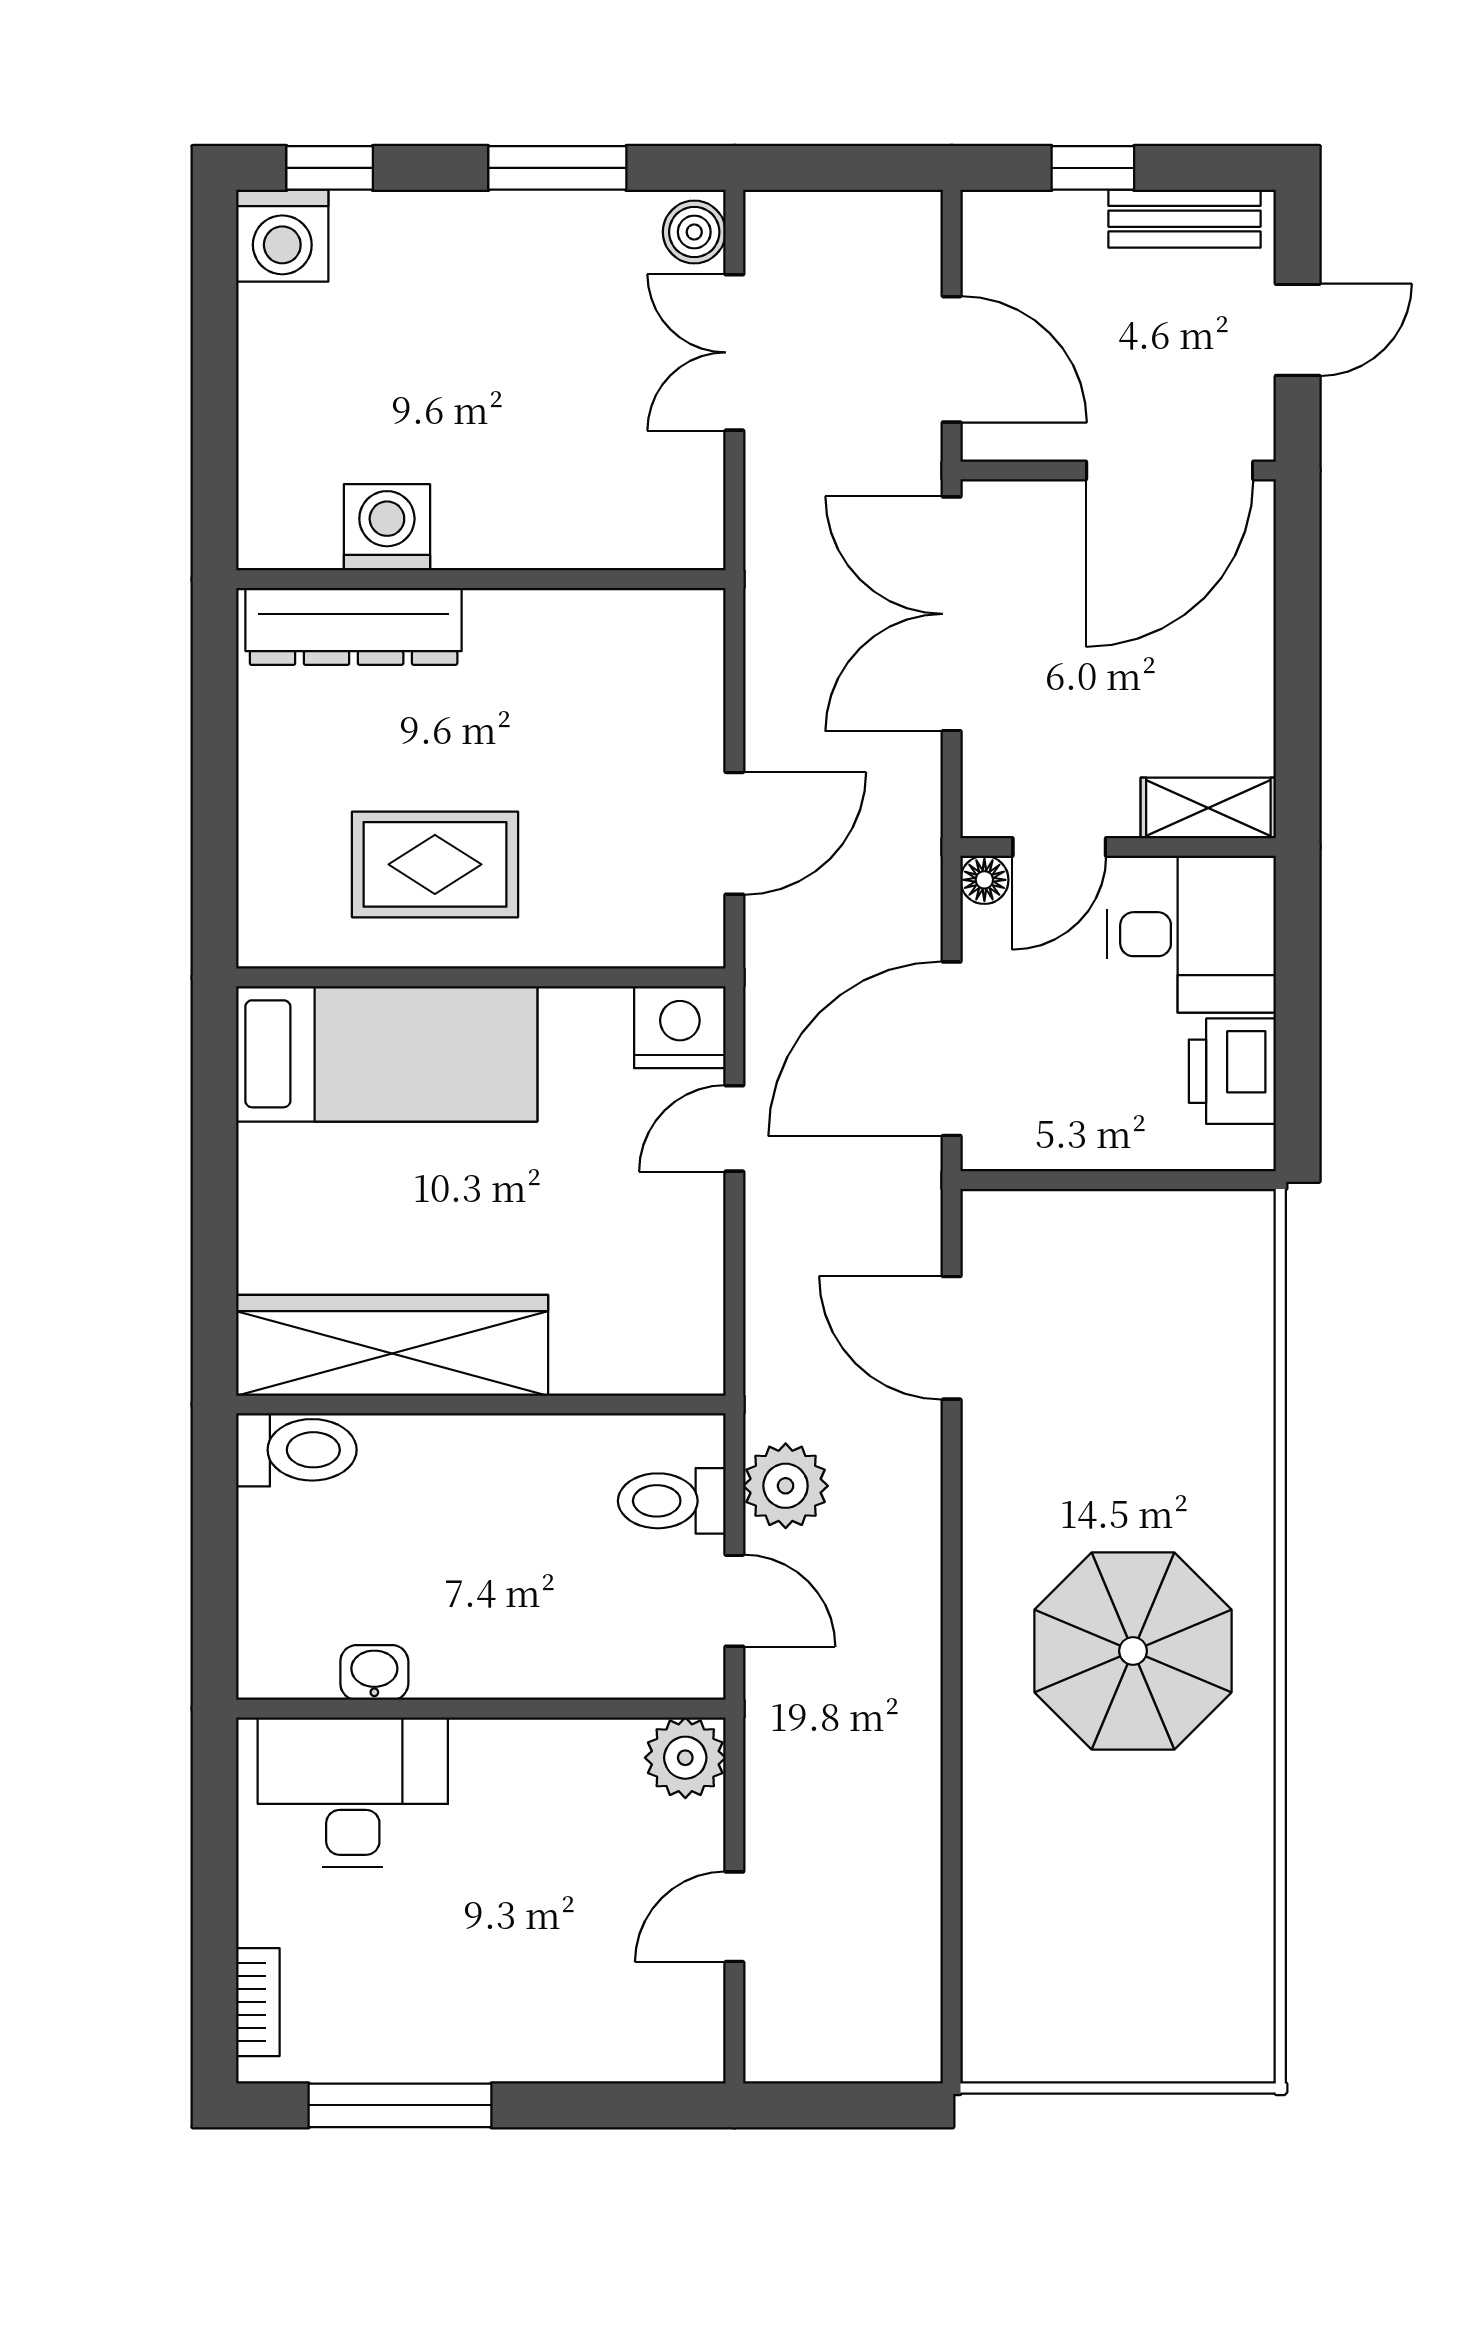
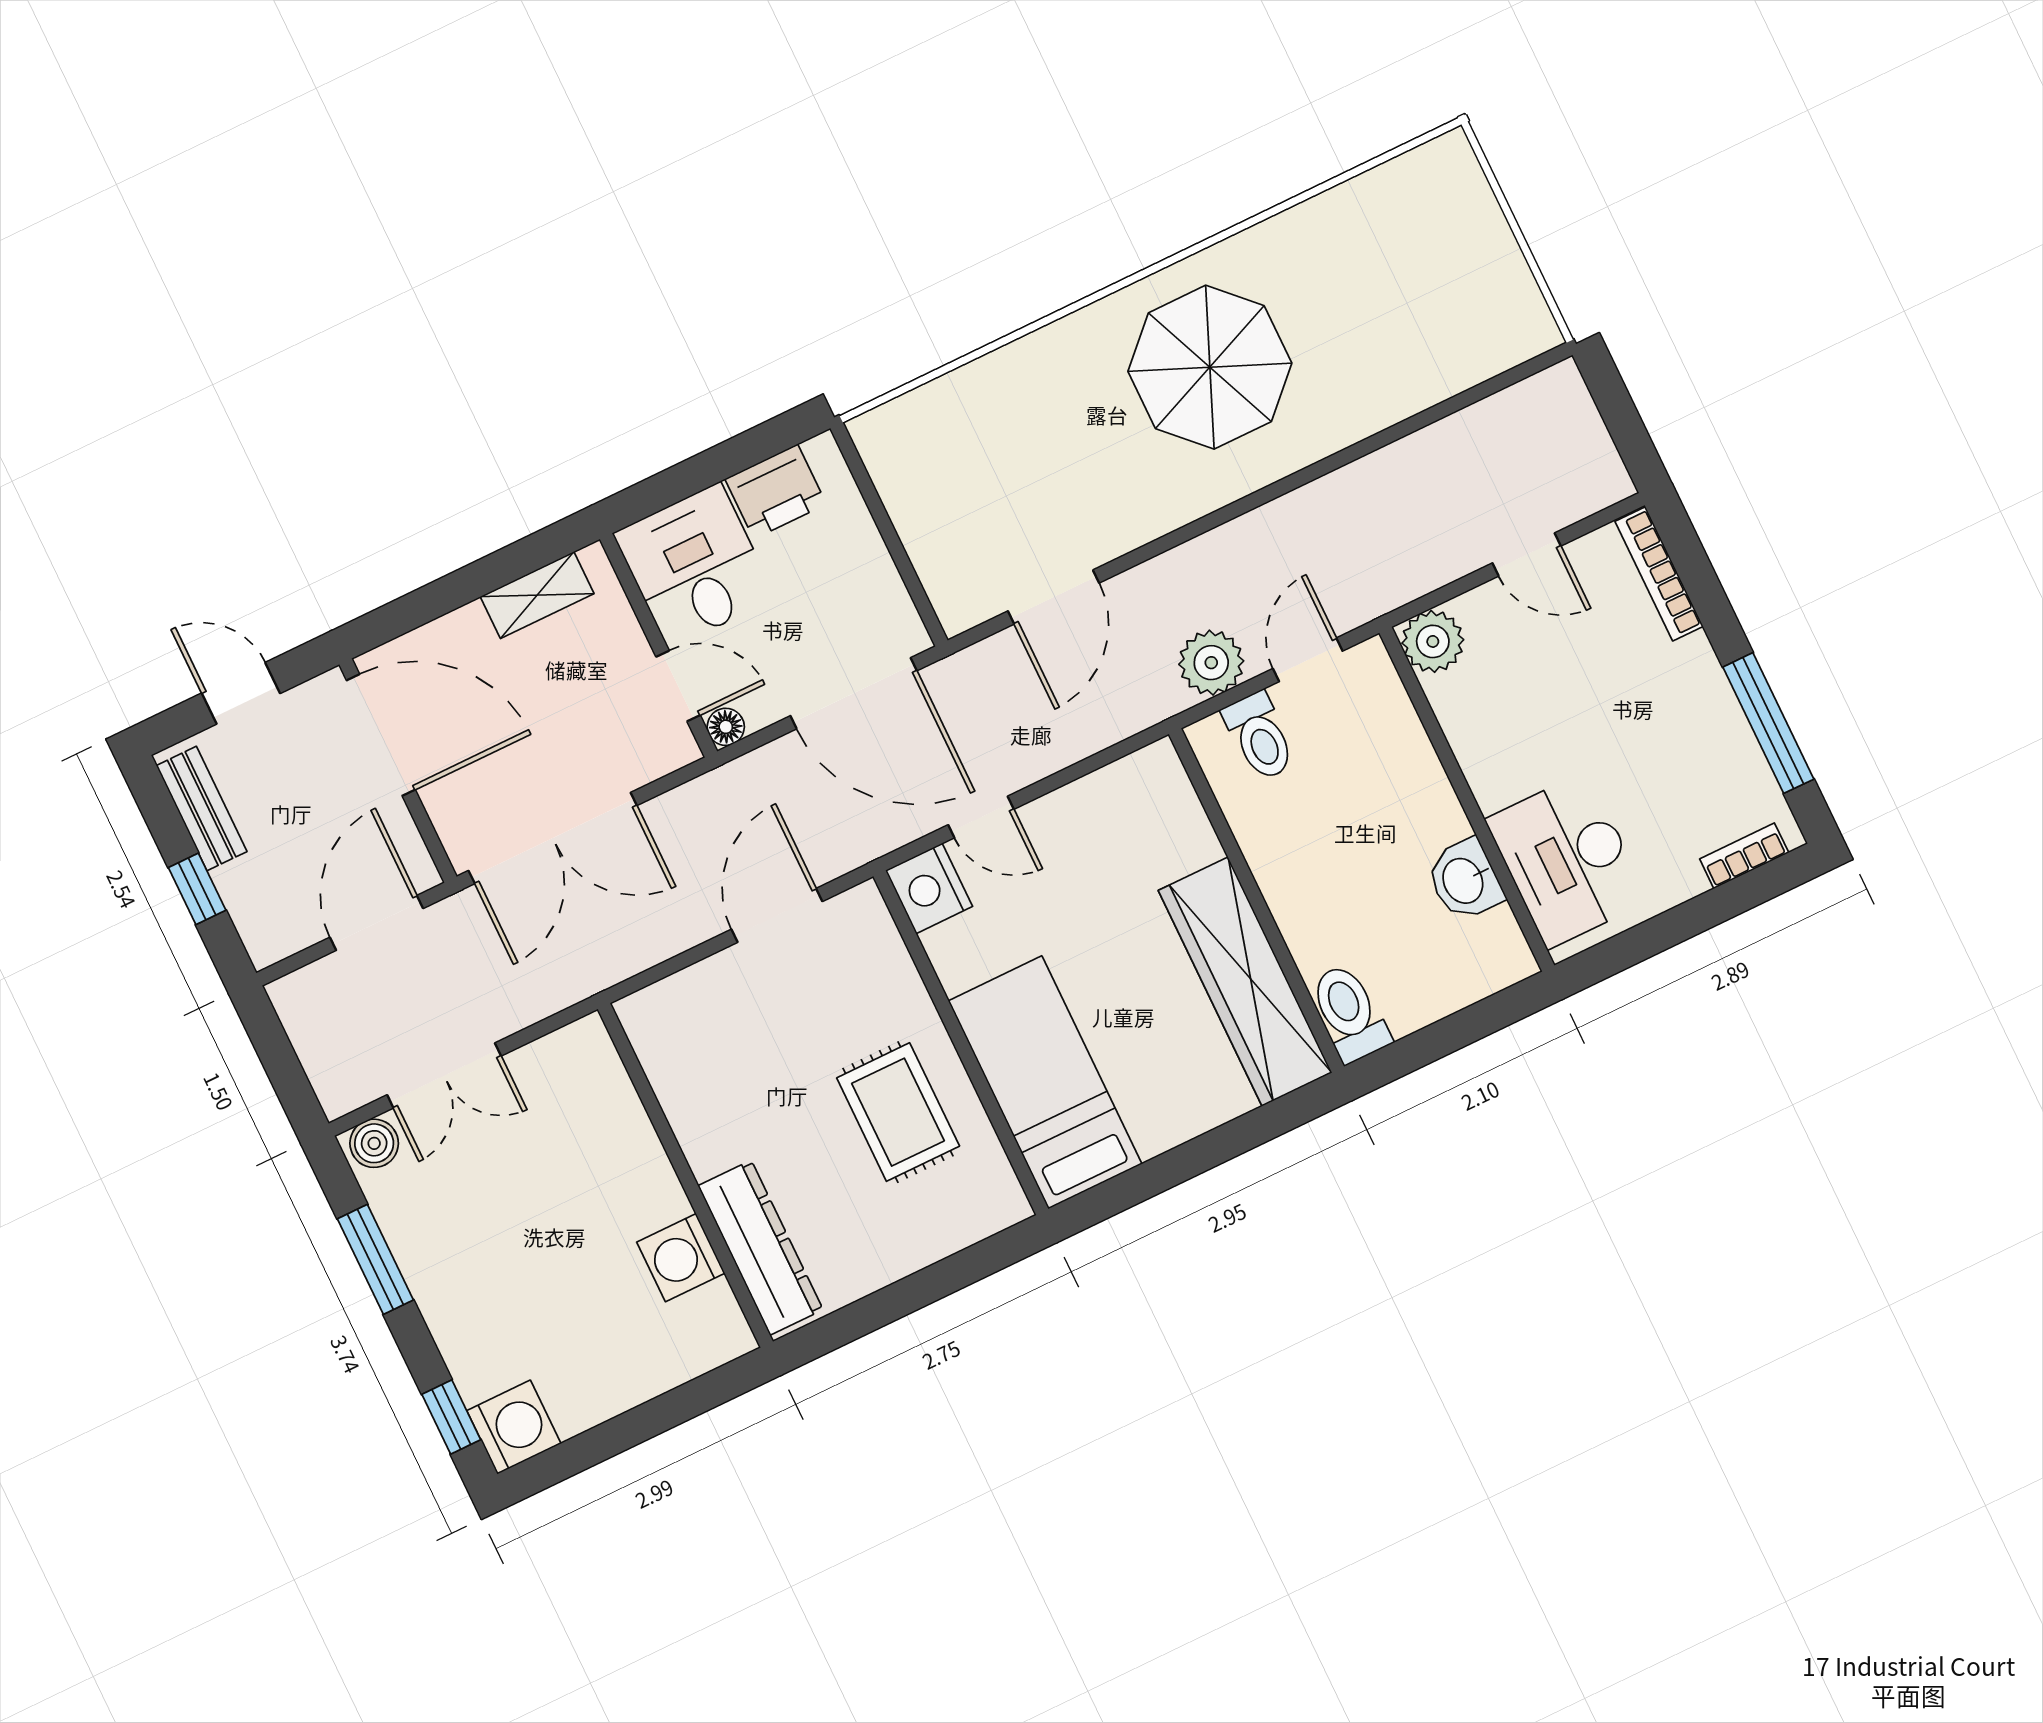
shelving: (1208, 808) -> (537, 595), moved, turned 90
door: (734, 833) -> (777, 915), hinge flipped
washbasin: (374, 1672) -> (1465, 880), width x1.38, depth x1.45
bookcase: (637, 2061) -> (1659, 574), added

